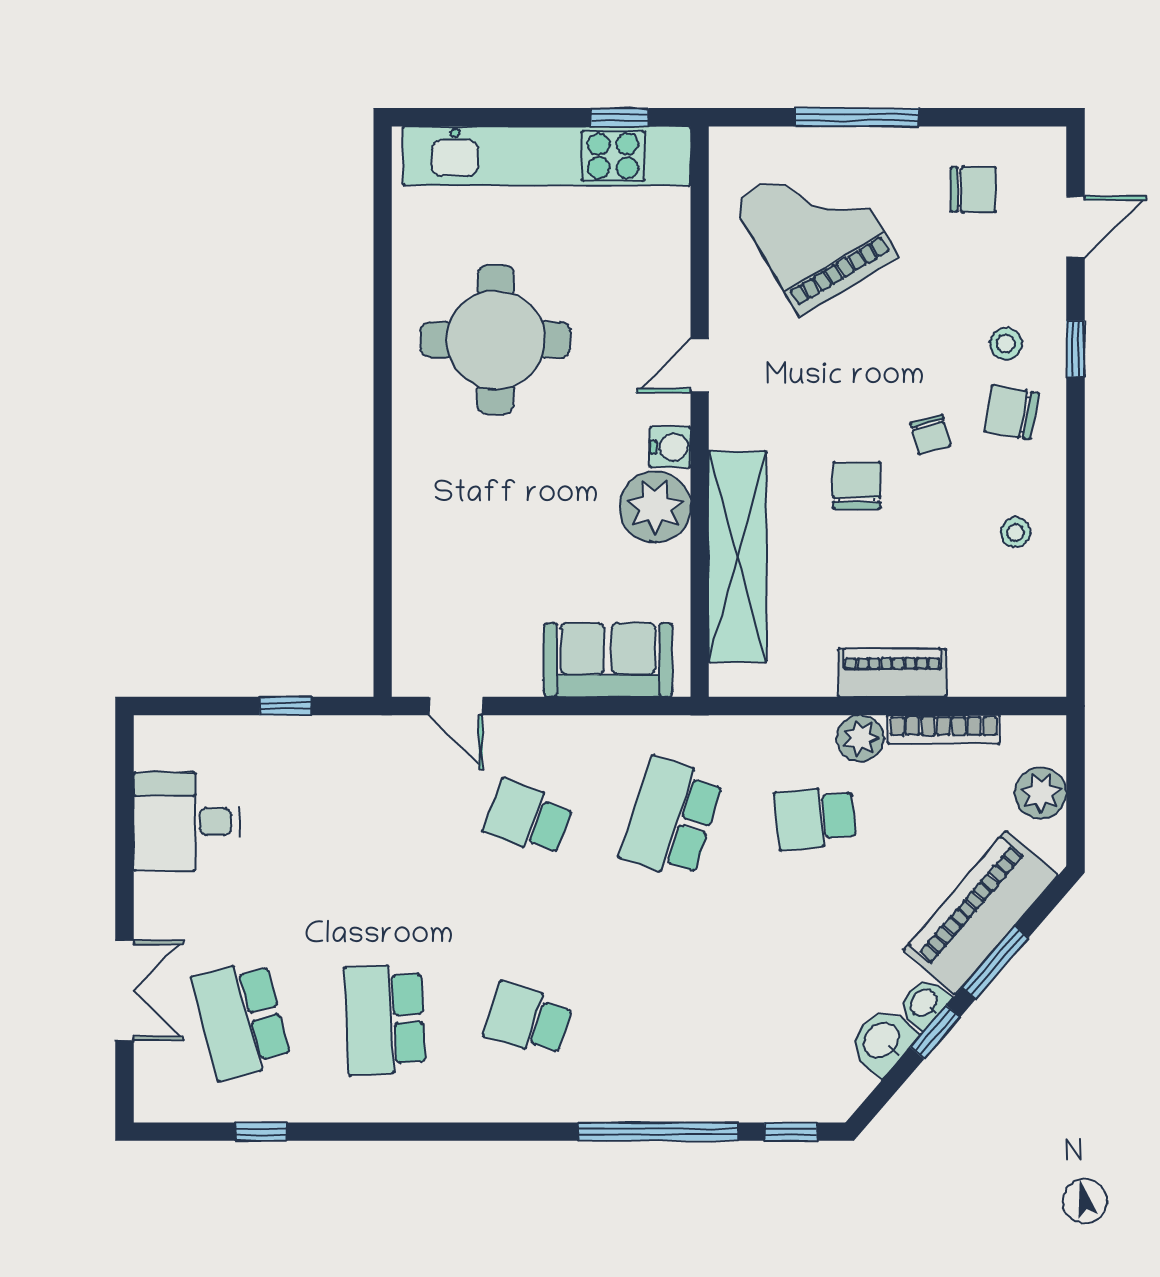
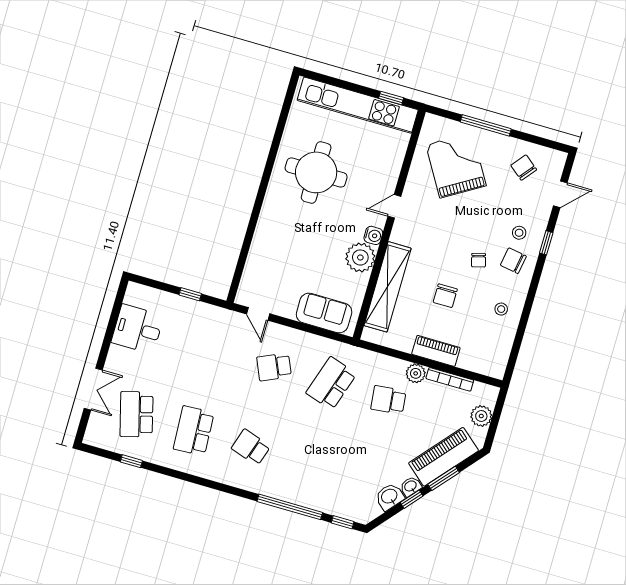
chair: (973, 190) -> (524, 168), turned -141
chair: (857, 486) -> (445, 296), moved, turned 180
school desk: (528, 818) -> (274, 367), turned -45

